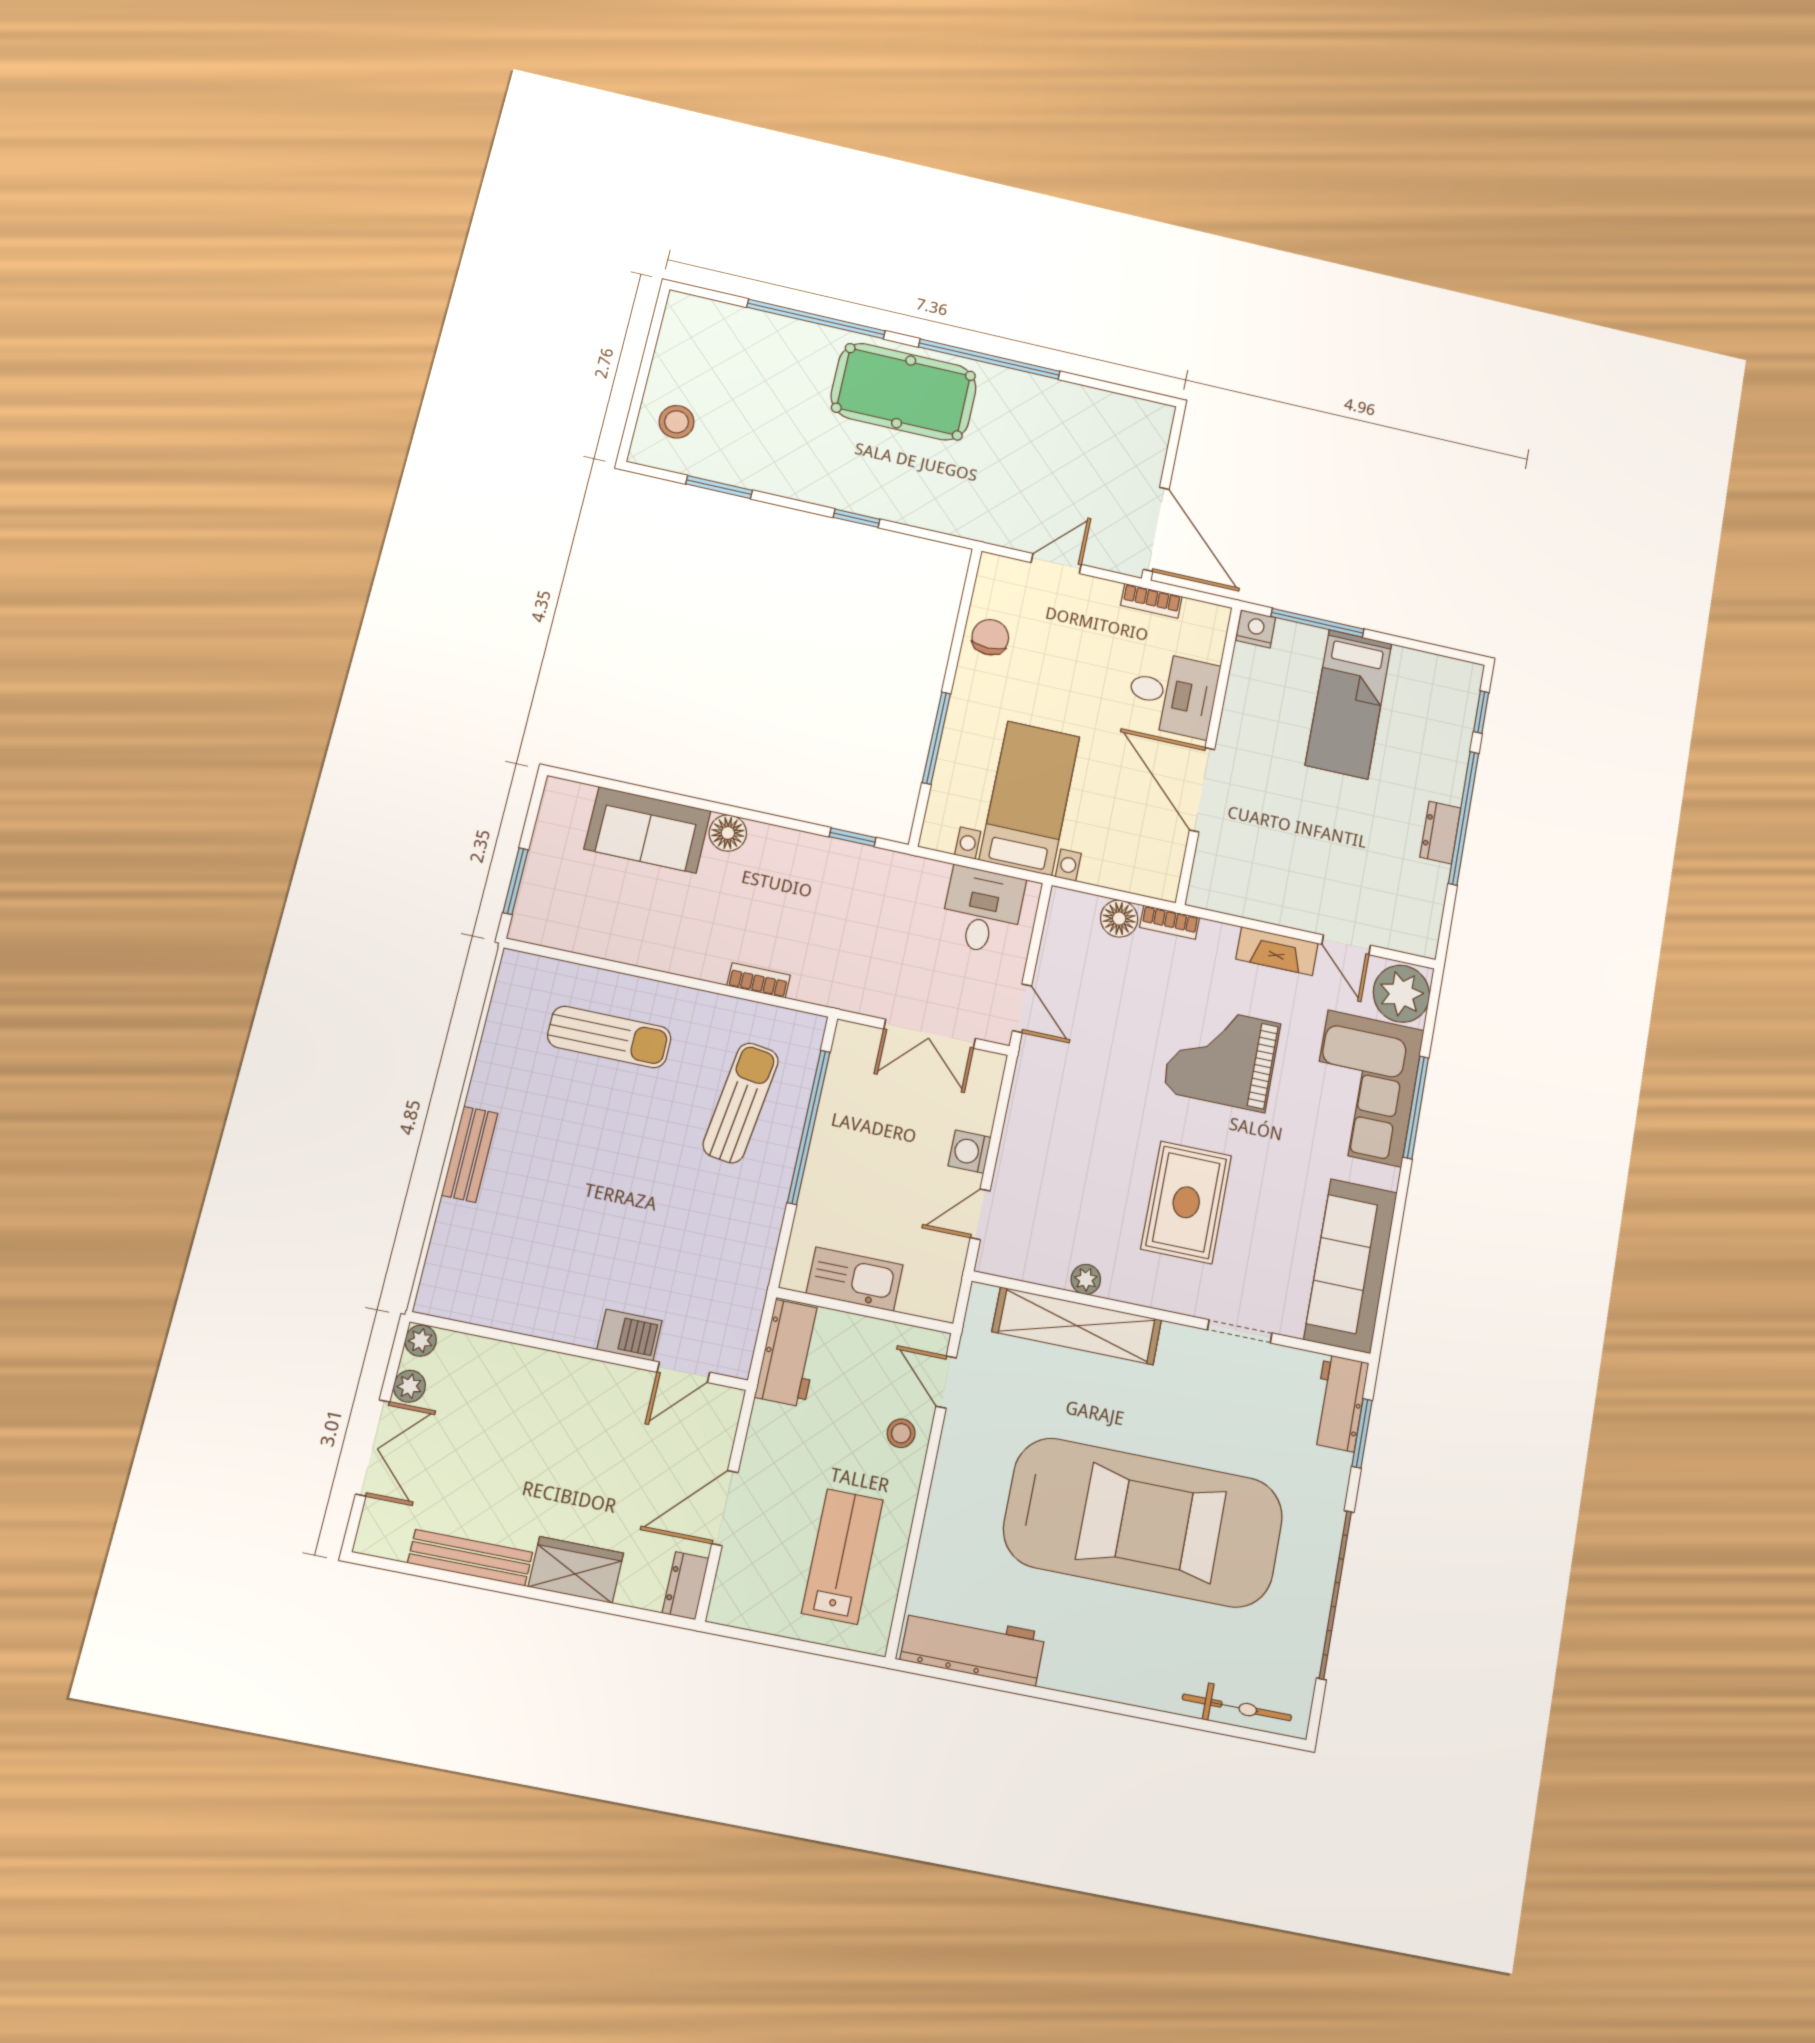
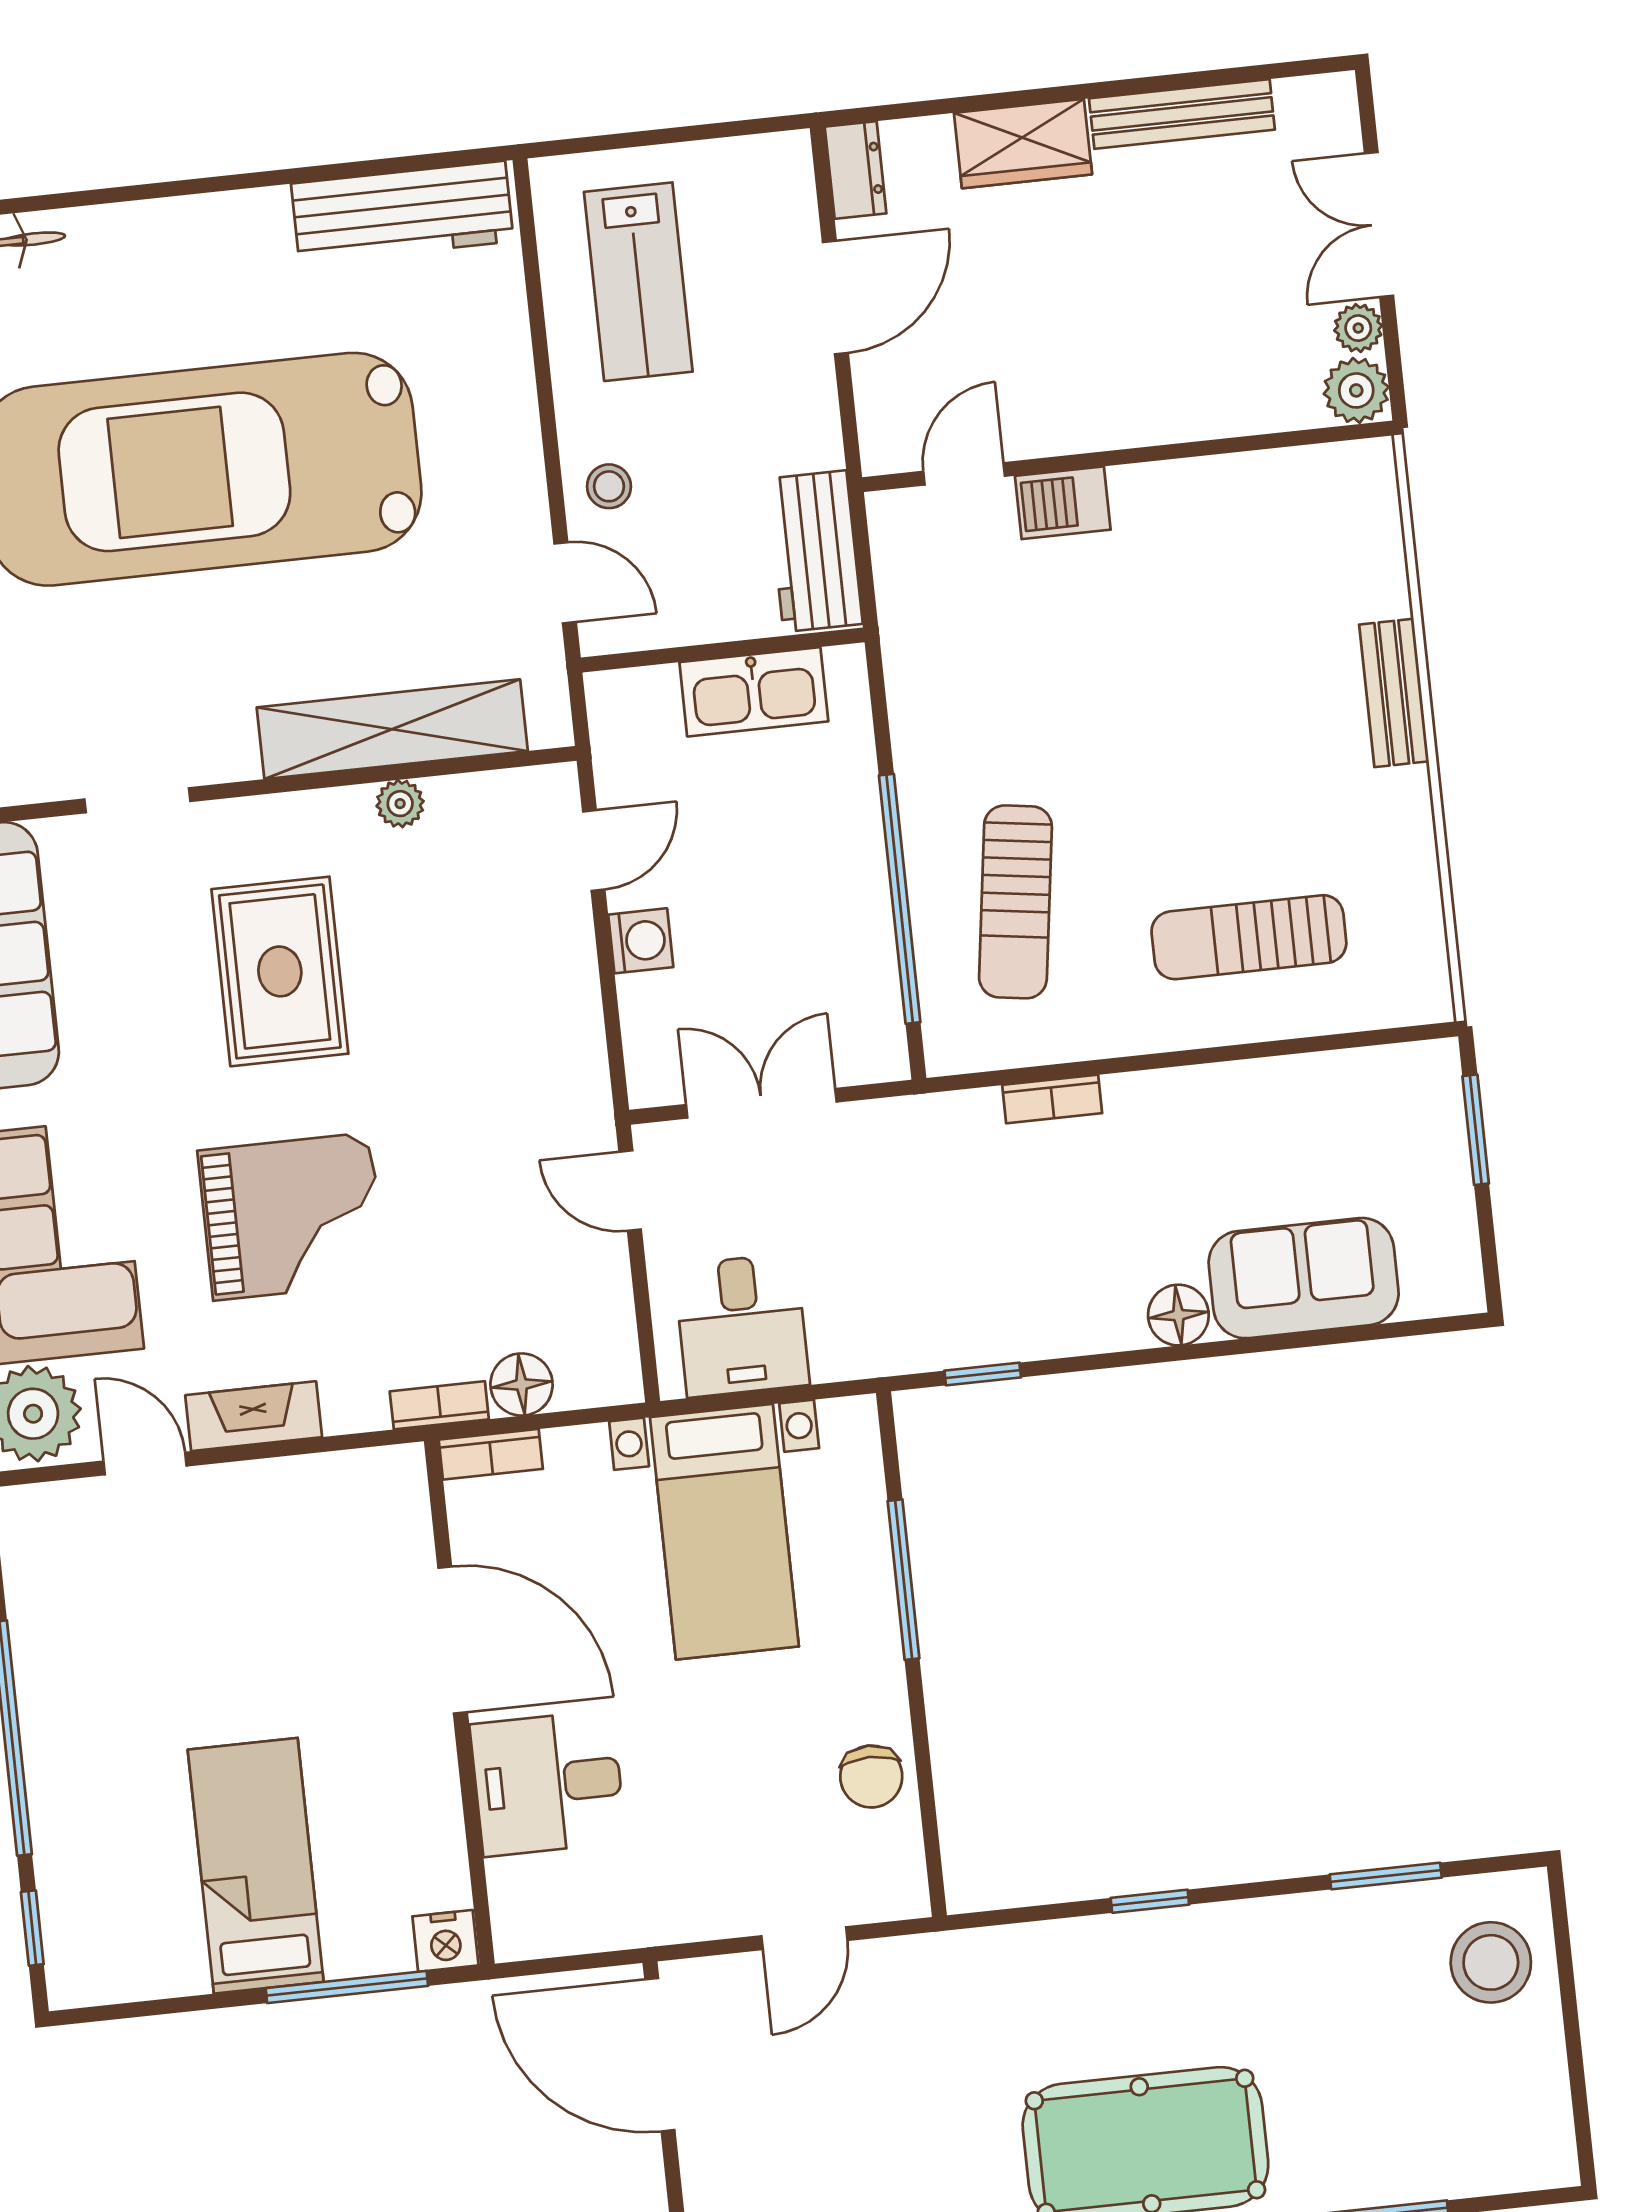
stool: (677, 422) -> (1491, 1962), width x1.38, depth x1.38
bookcase: (1151, 601) -> (491, 1454), moved, turned 180
dresser: (1440, 833) -> (44, 1701), removed
plant: (421, 1341) -> (1356, 390), width x1.38, depth x1.38

